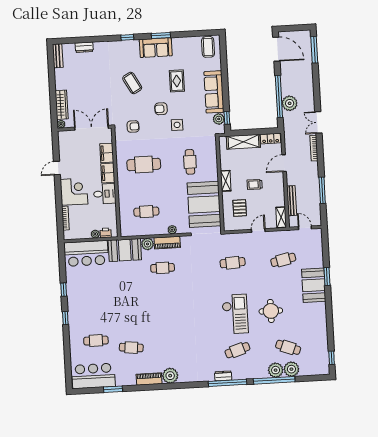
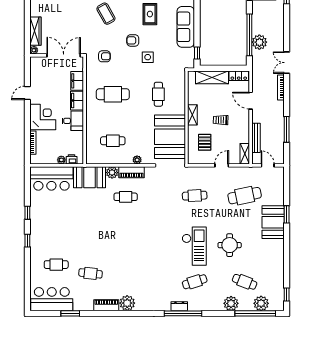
plant: (219, 119) -> (189, 54), removed
door: (284, 163) -> (251, 101), hinge flipped
cafe table: (283, 260) -> (245, 196), width x1.37, depth x1.35
plant: (291, 369) -> (261, 303), moved
window: (274, 380) -> (255, 313), moved

